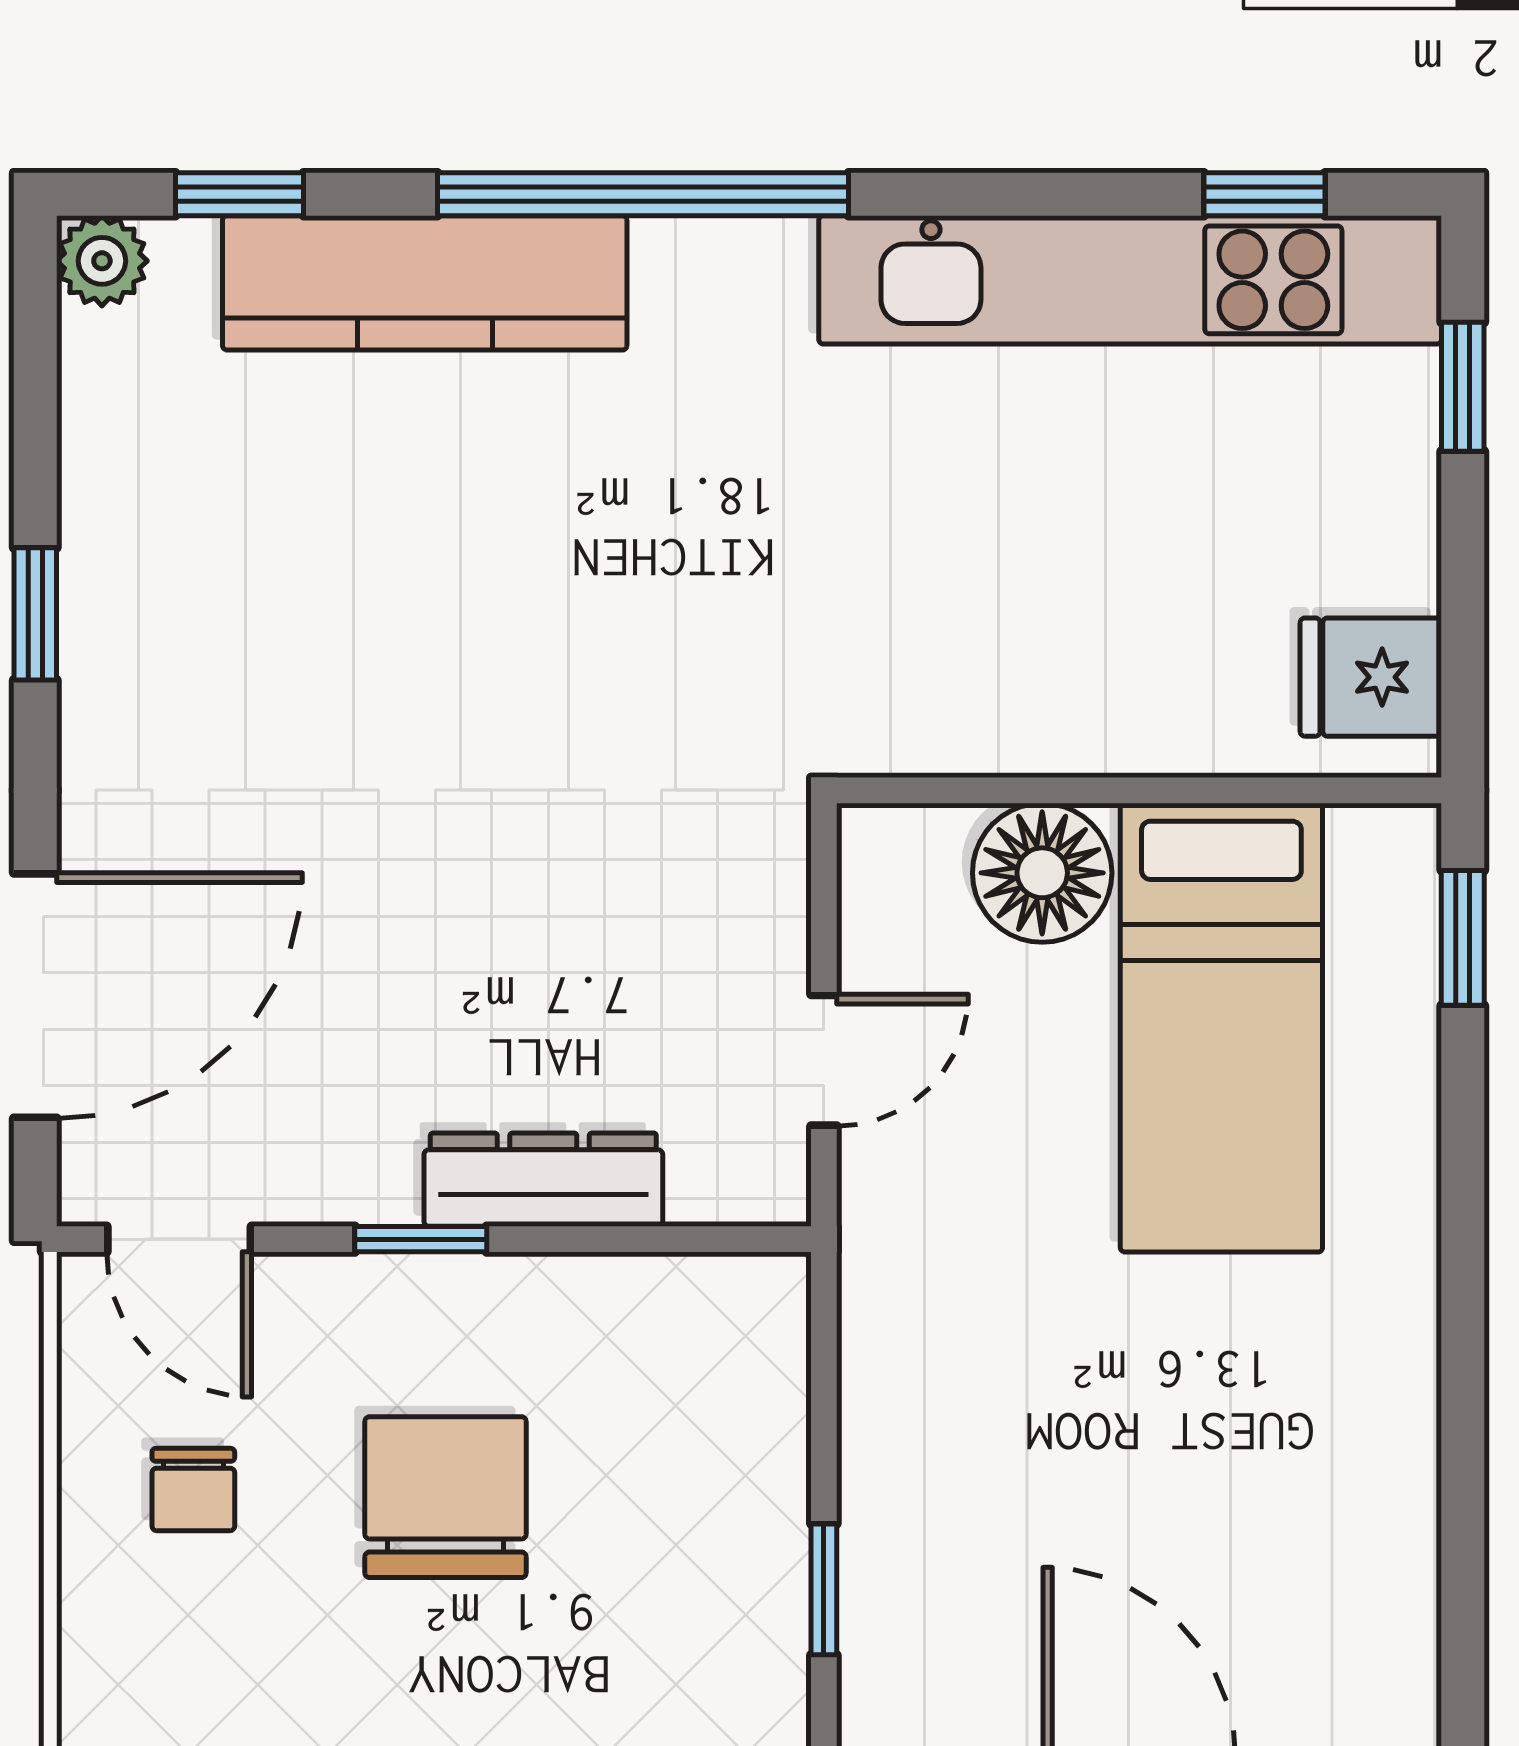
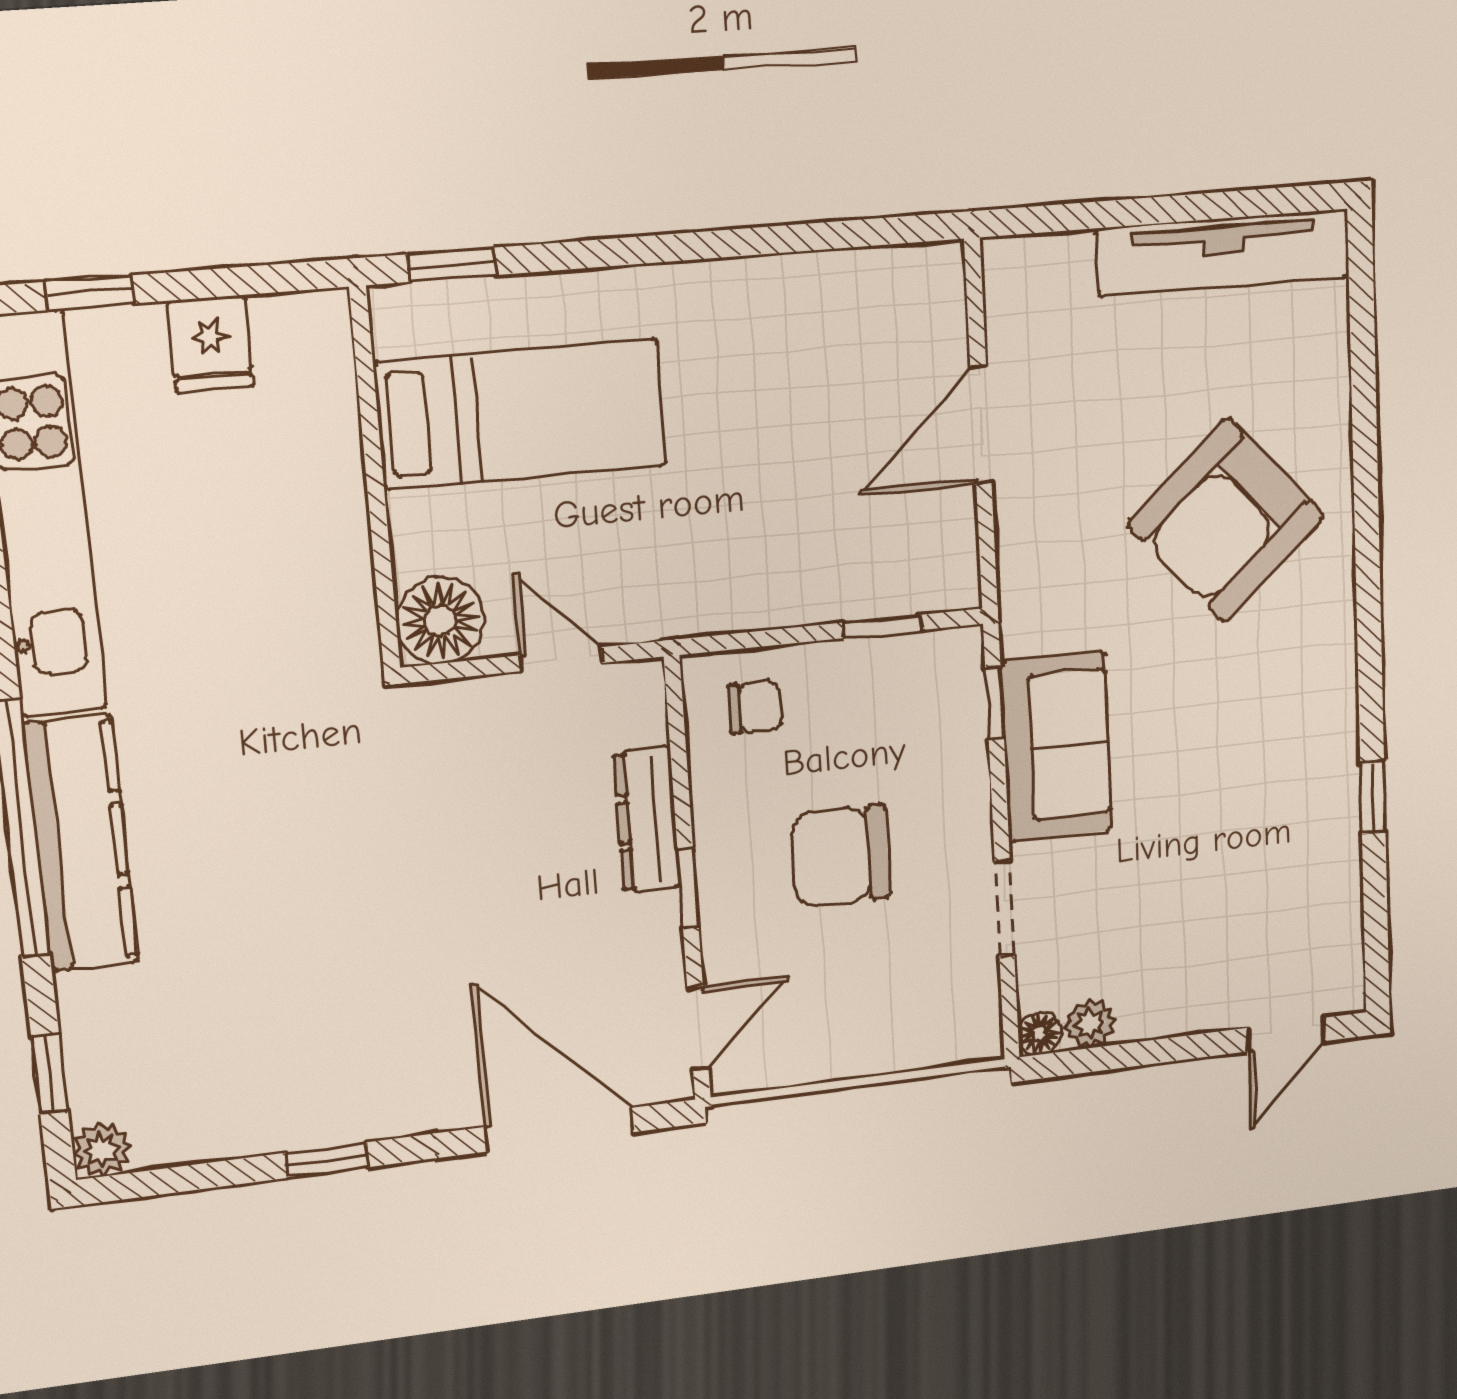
kitchen counter: (425, 283) -> (81, 843), moved
fridge: (1371, 677) -> (210, 344), moved
floor lamp: (1042, 873) -> (440, 620), moved
chair: (193, 1489) -> (755, 707), moved

